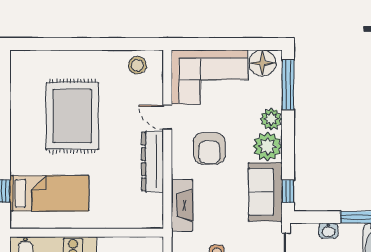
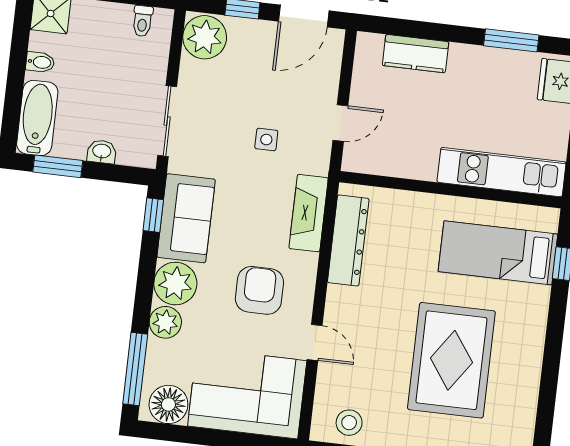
dresser: (153, 162) -> (348, 241), moved

